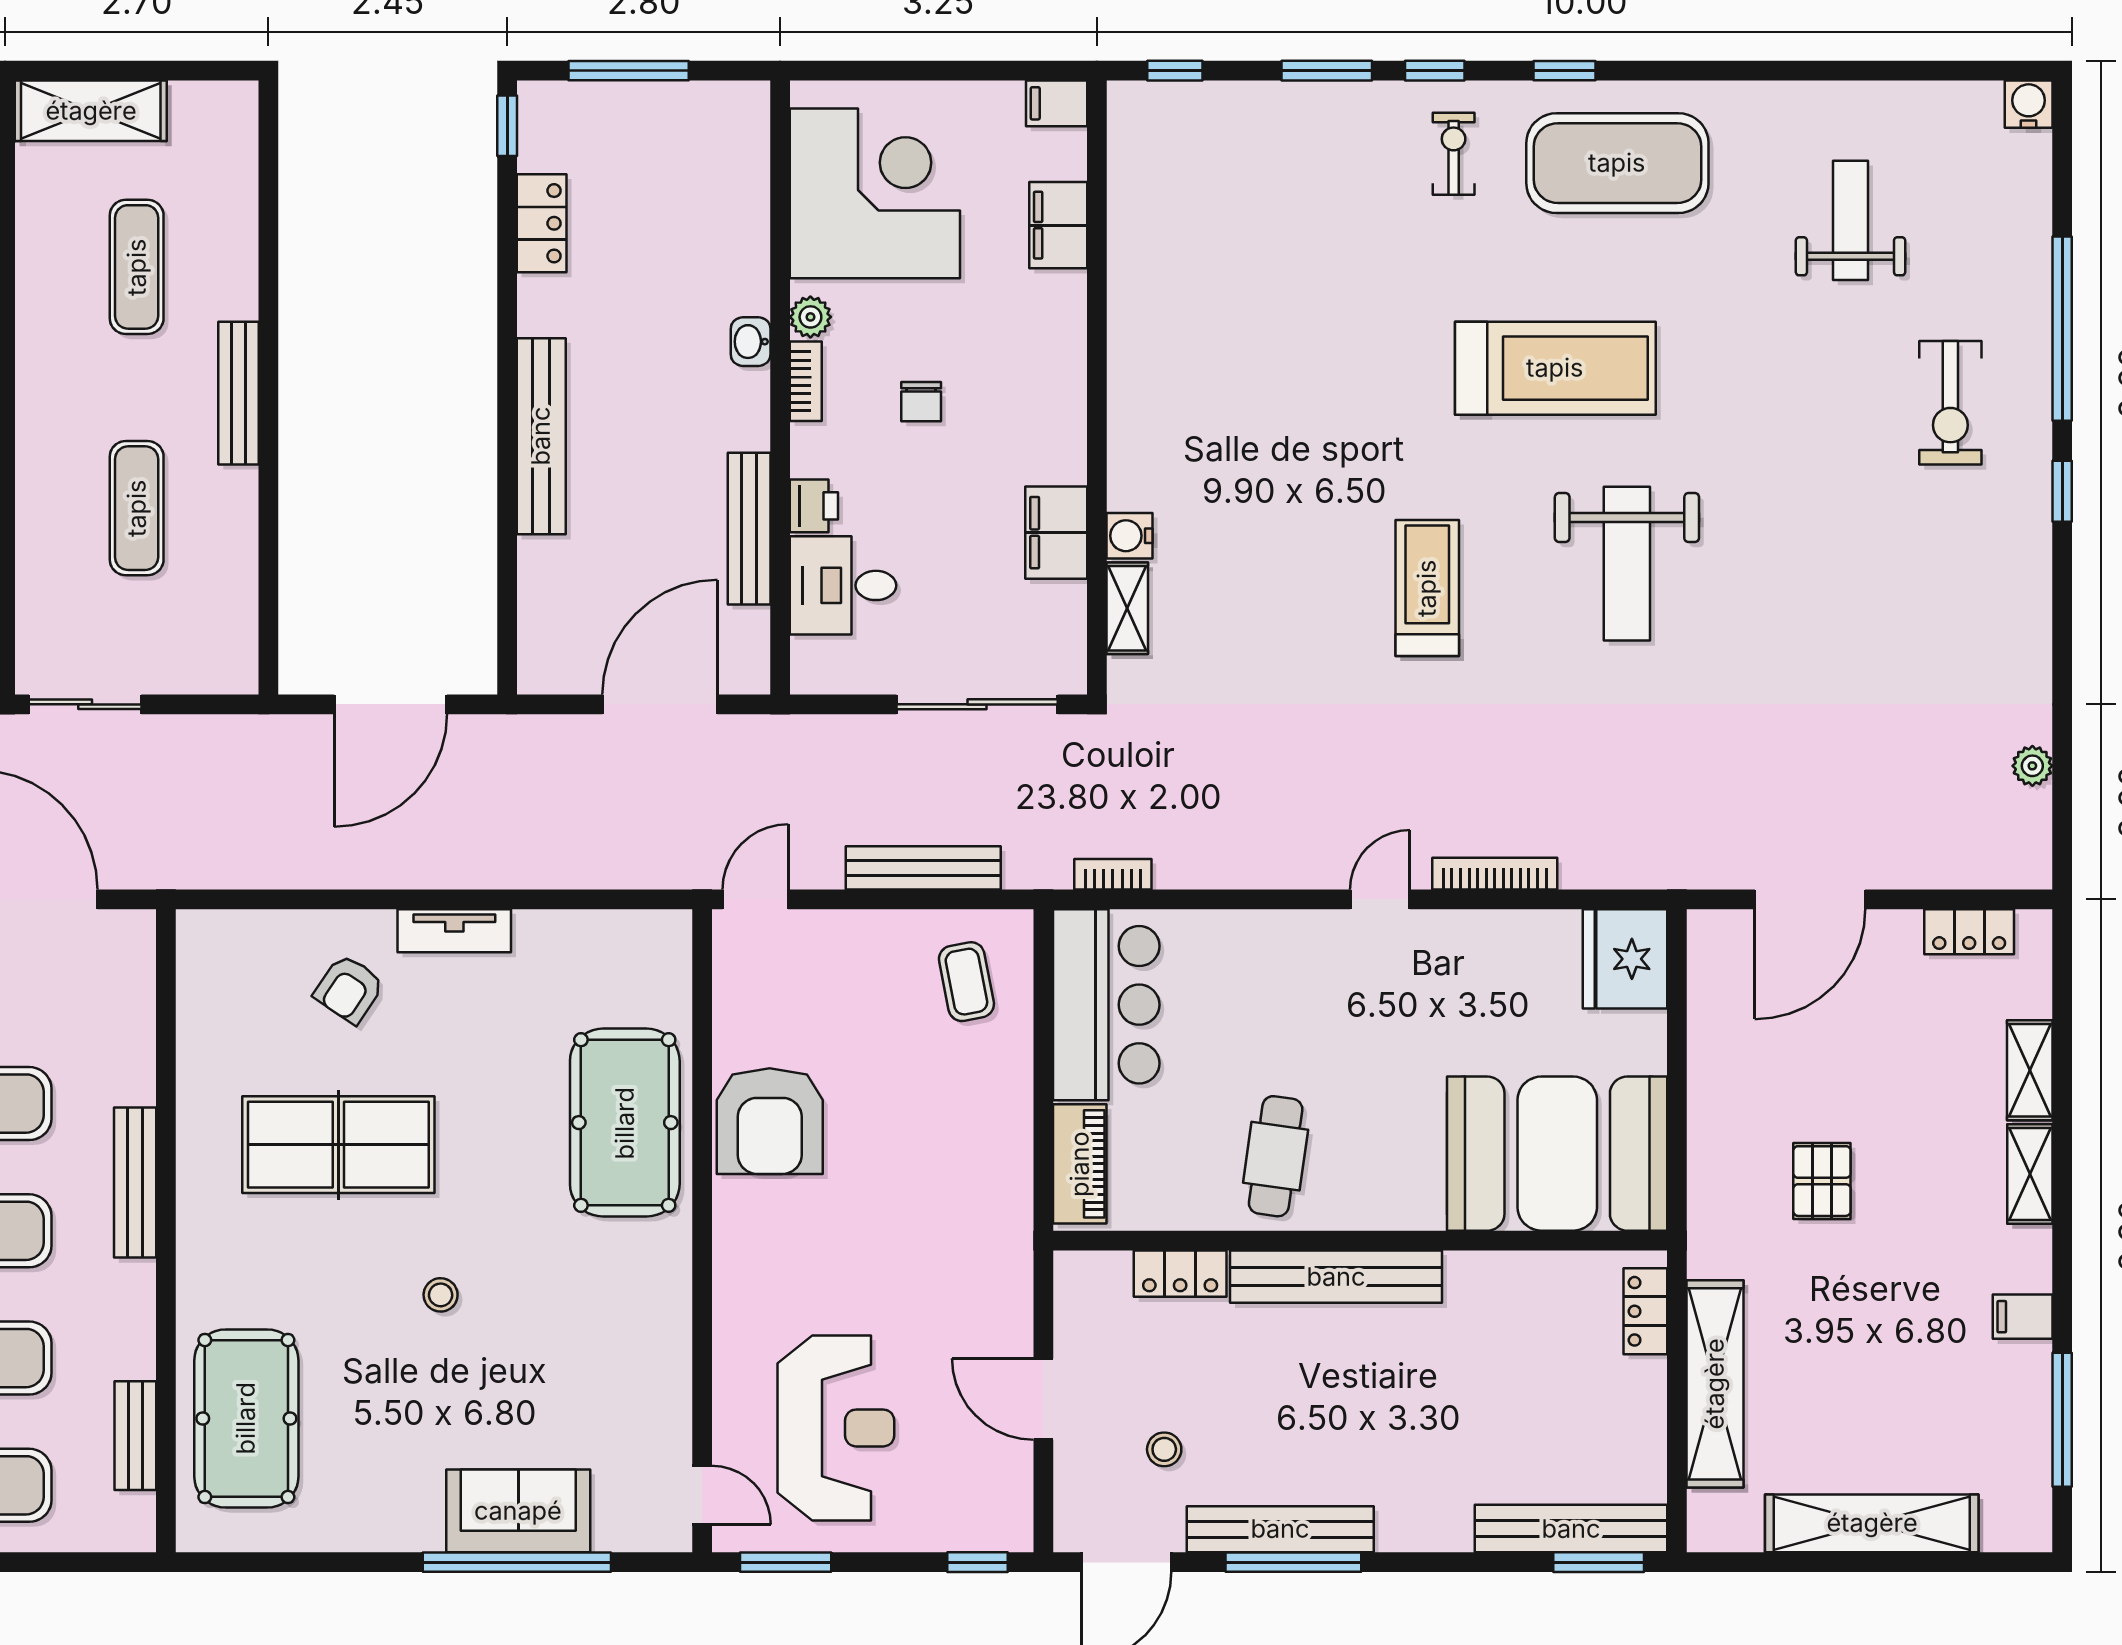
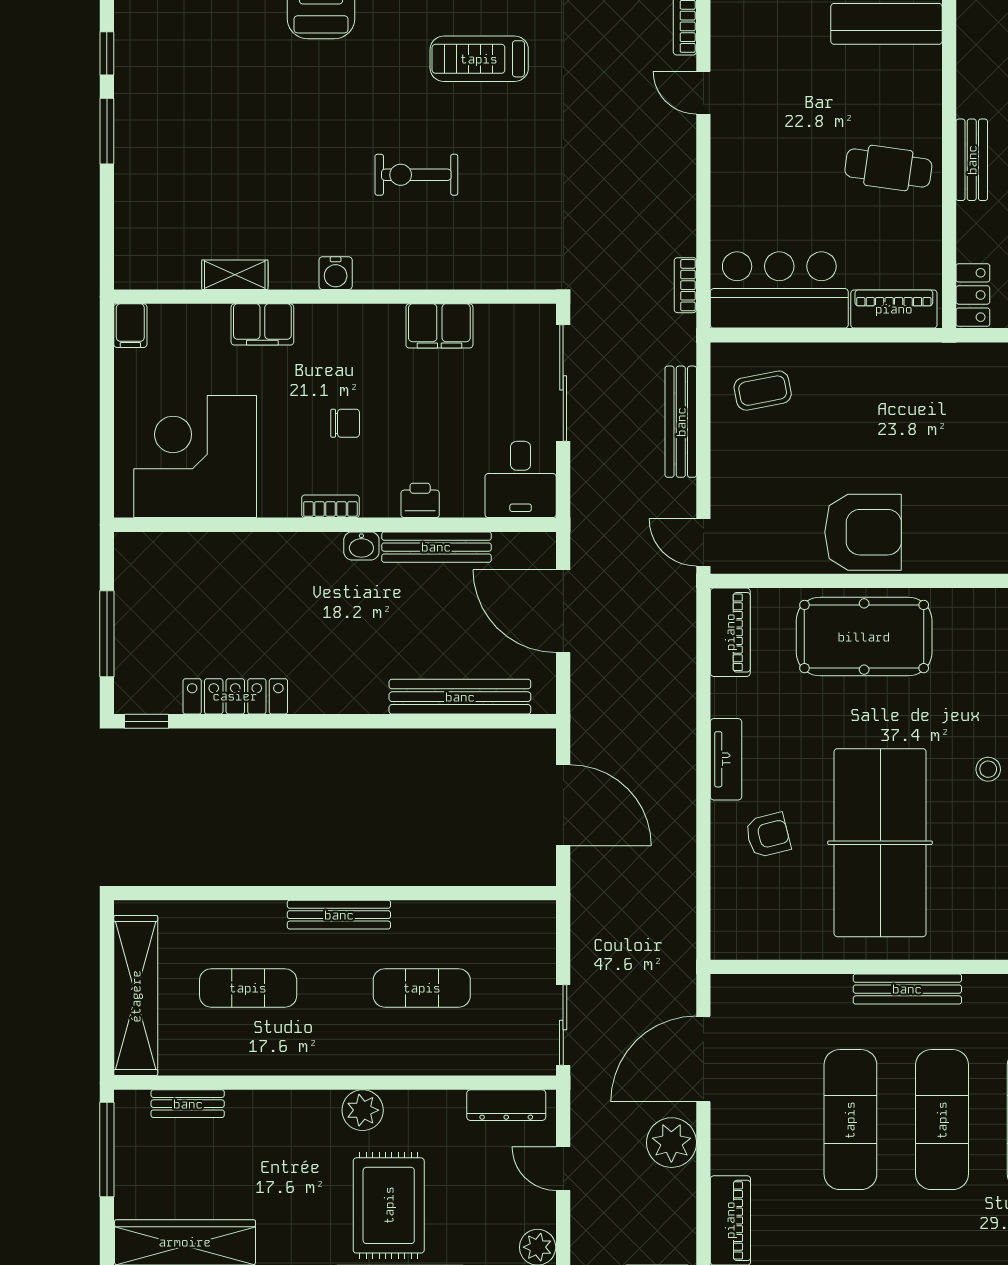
window: (1175, 71) -> (107, 240), removed
shelving: (91, 111) -> (136, 996), width x1.47
exercise bike: (1454, 154) -> (416, 175), moved, width x1.38, depth x1.39
locker: (542, 223) -> (235, 696), width x1.53
filing cabinet: (1058, 225) -> (262, 324), moved
plant: (810, 317) -> (284, 503), removed
washbasin: (751, 342) -> (361, 546), moved
bench: (541, 436) -> (460, 697), moved
water cooler: (1130, 536) -> (336, 273), moved
desk: (843, 585) -> (521, 479), moved
shelving: (1127, 608) -> (235, 275), moved
piano: (631, 937) -> (730, 632), added
armchair: (349, 989) -> (768, 835), turned -48
table tennis table: (338, 1145) -> (880, 843), width x1.36, depth x1.32
locker: (1180, 1274) -> (973, 295), moved
bench: (1336, 1277) -> (972, 160), width x0.54, depth x0.82

